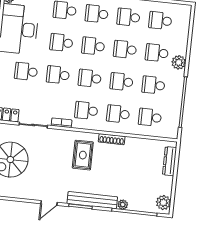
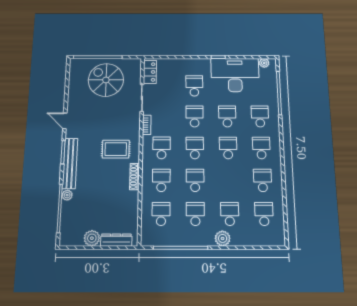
school desk: (125, 49) -> (229, 180), removed
plant: (163, 203) -> (92, 238), moved

